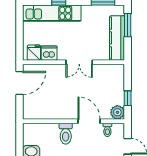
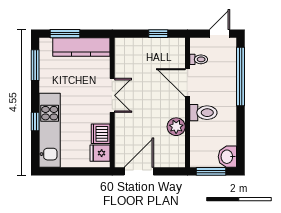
door: (20, 83) -> (139, 171), hinge flipped
plant: (117, 112) -> (176, 127), moved
door: (89, 121) -> (188, 83), hinge flipped
window: (20, 140) -> (211, 171), added

